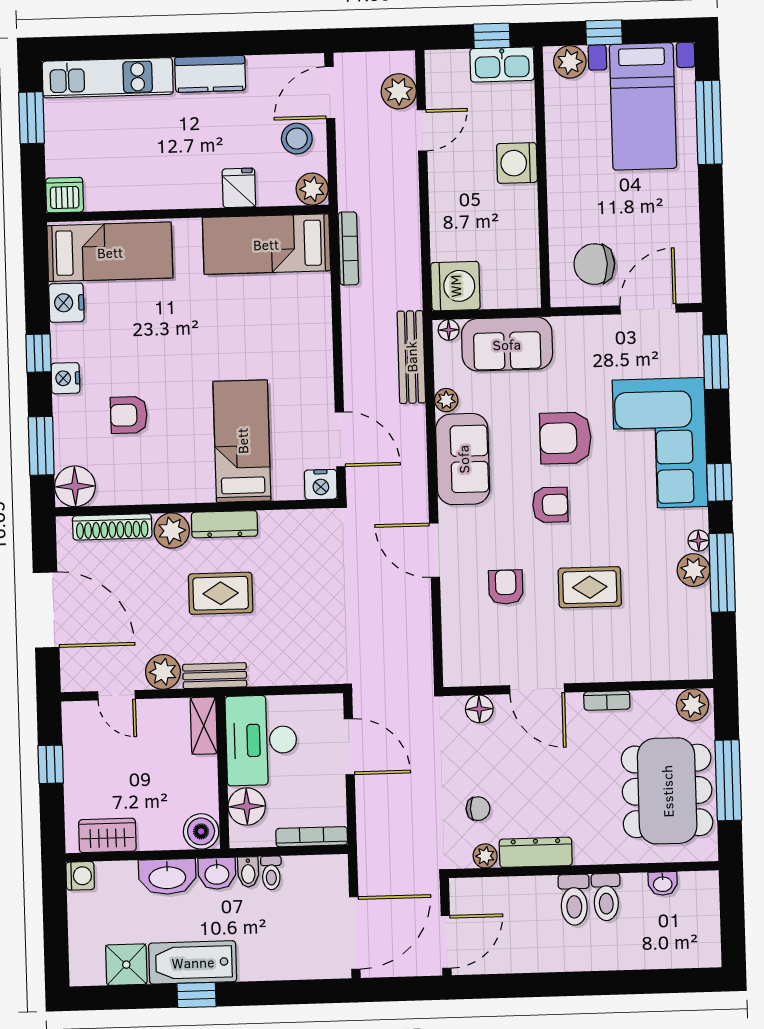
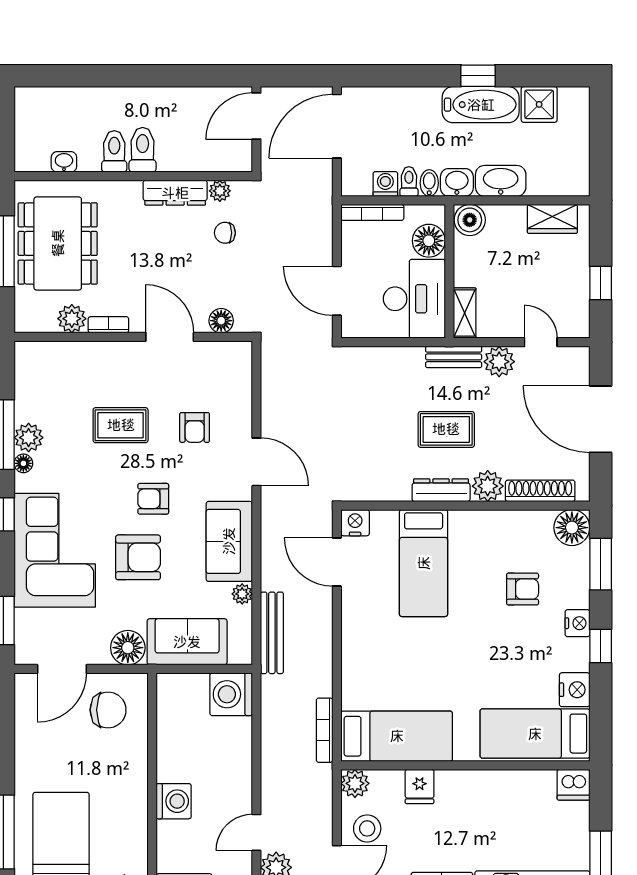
floor lamp: (449, 330) -> (128, 648), moved, width x1.89, depth x1.89
plant: (692, 705) -> (72, 319), moved
washing machine: (80, 876) -> (385, 184), moved, turned 90

